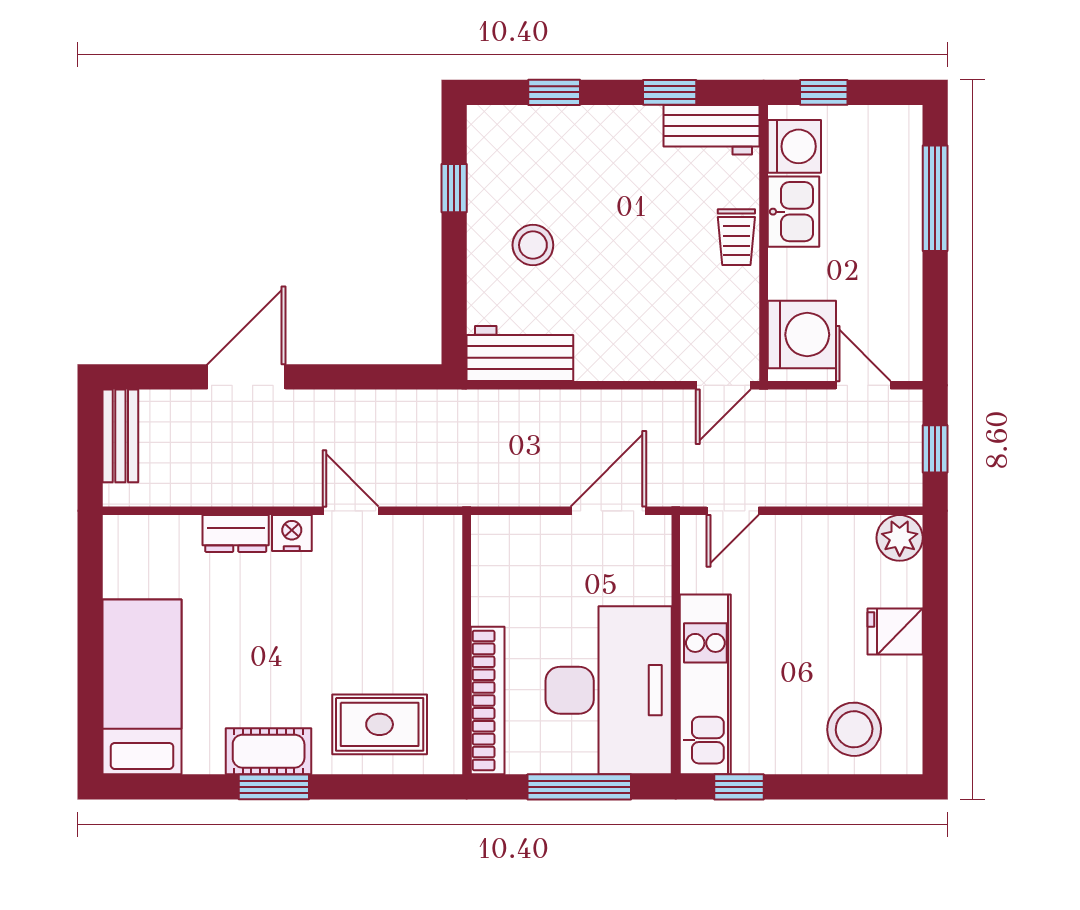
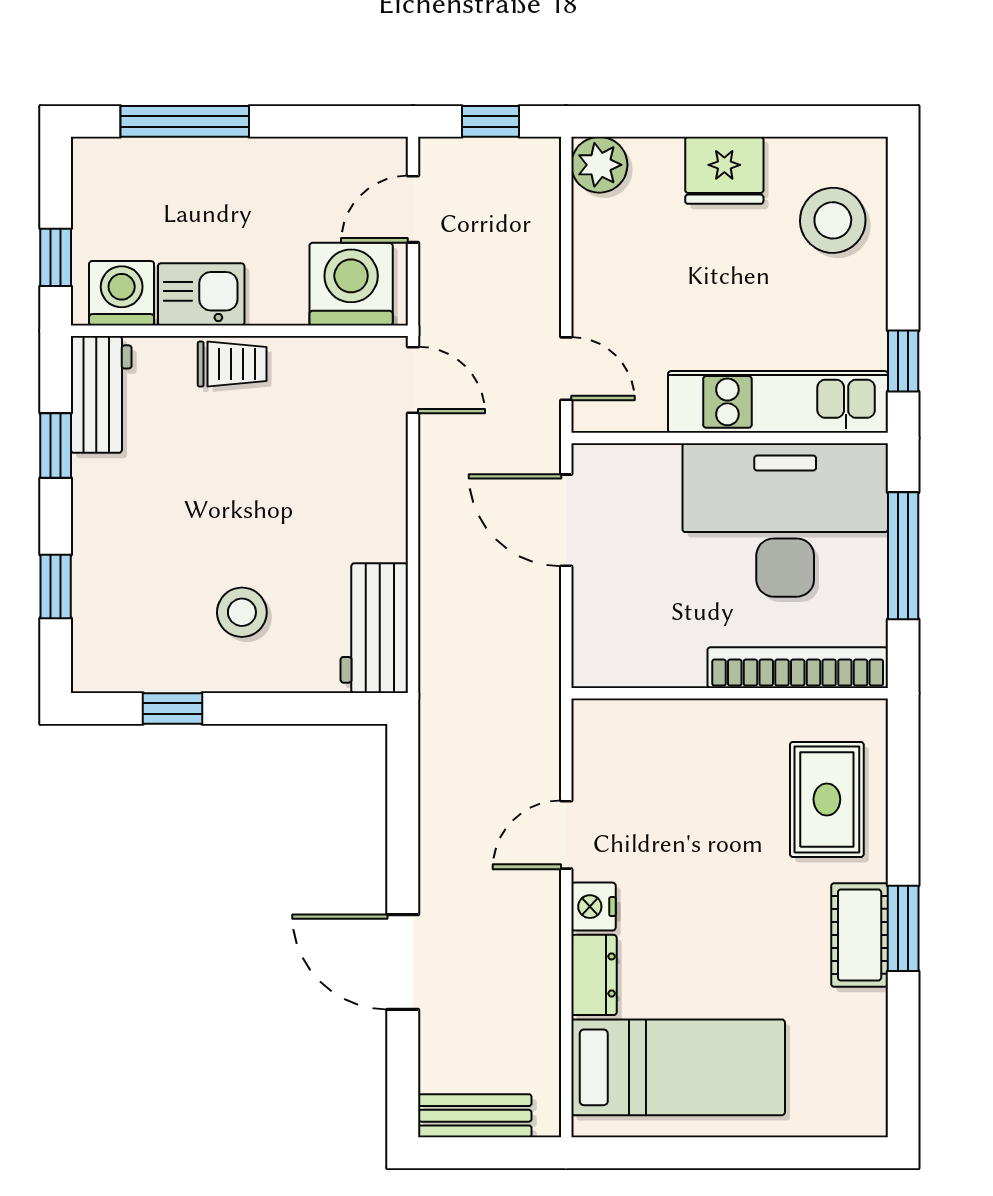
fridge: (895, 631) -> (724, 170), width x1.38
bed: (142, 687) -> (678, 1067), moved, turned 180

